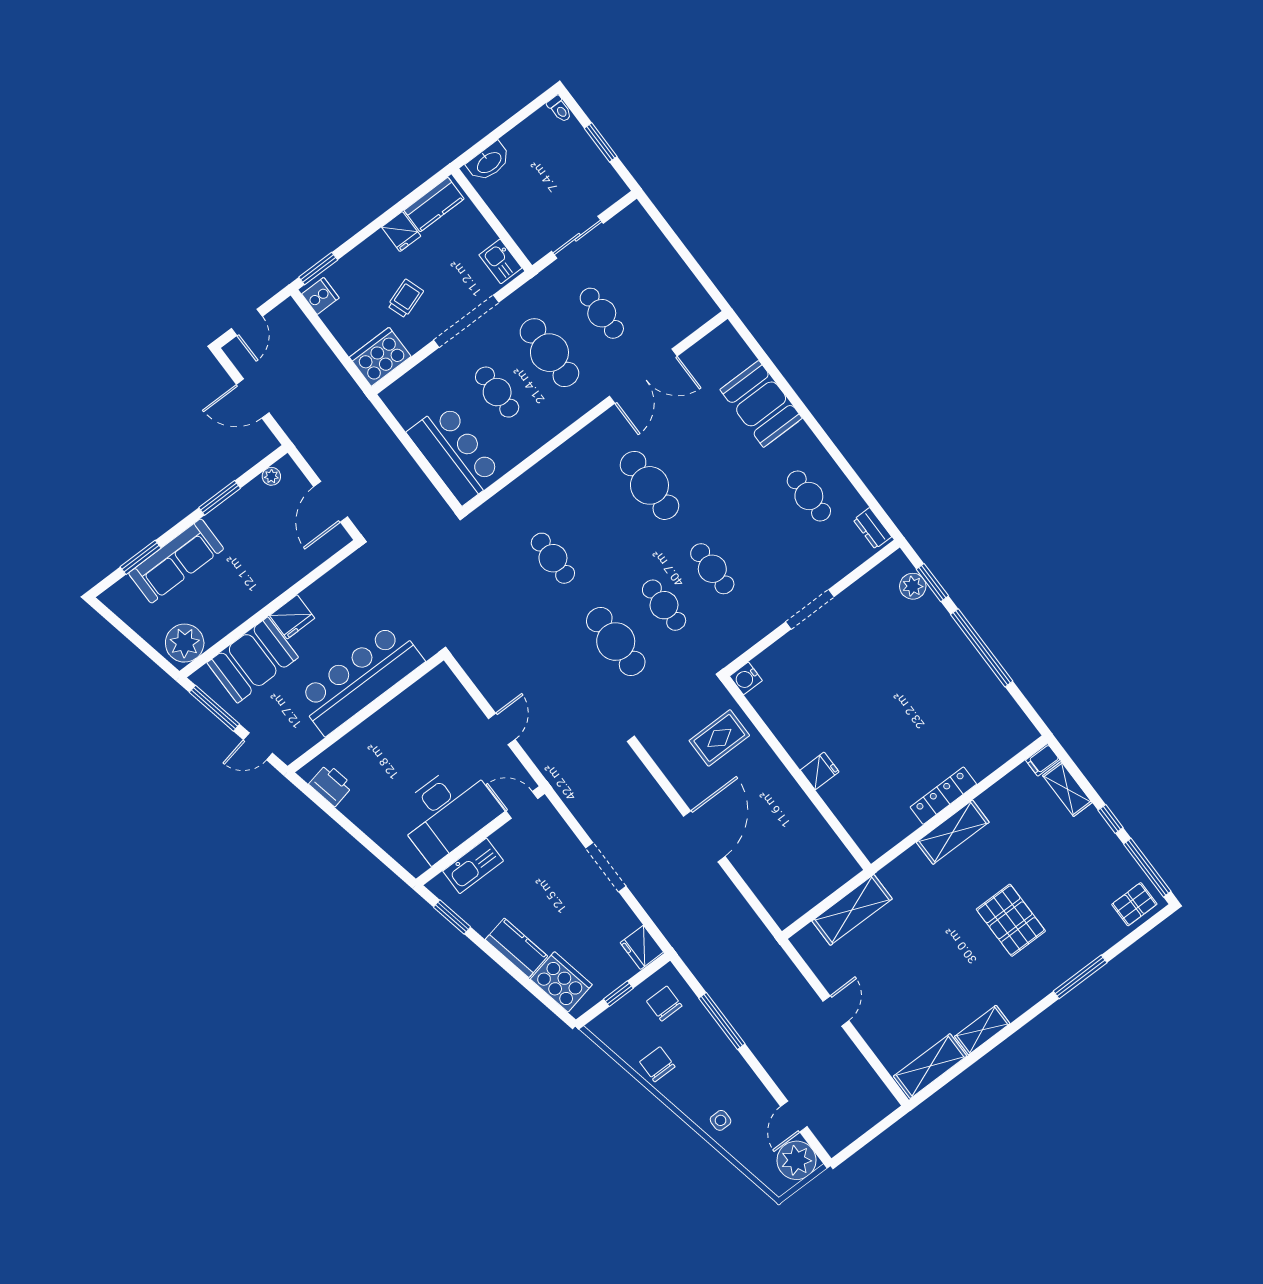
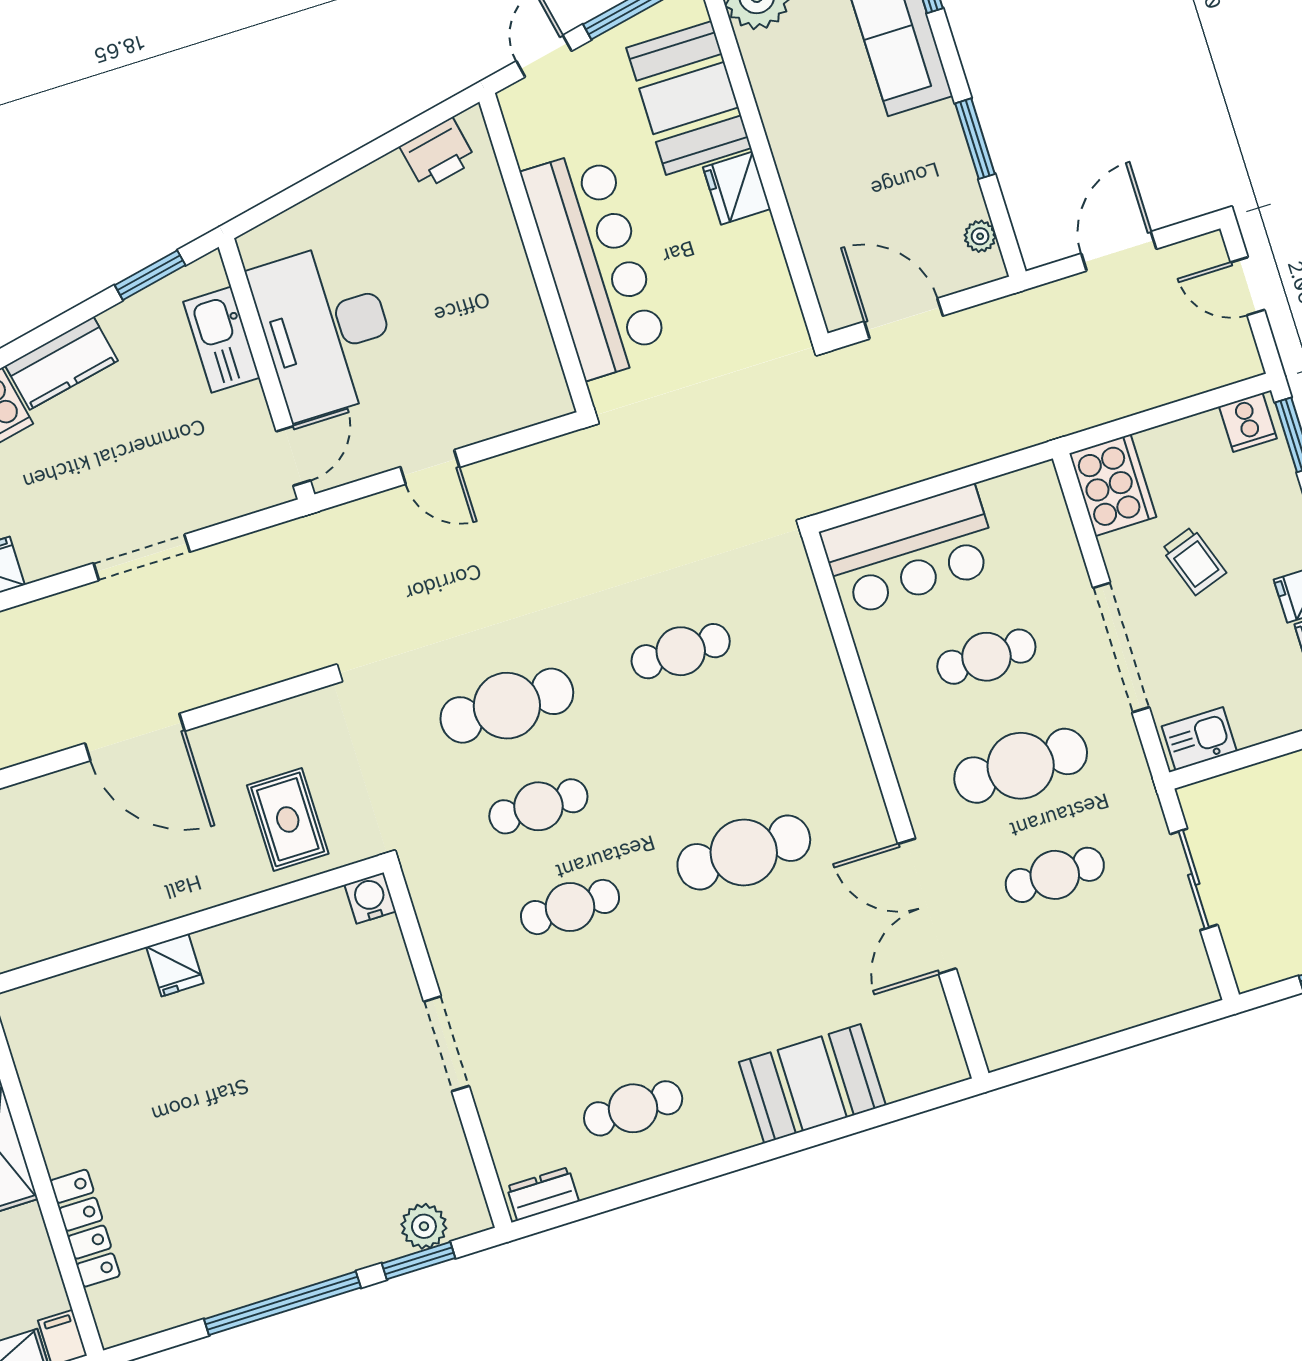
locker: (943, 796) -> (85, 1228), moved

